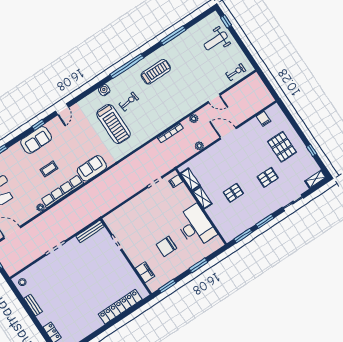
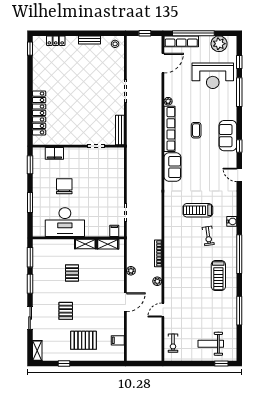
weight bench: (216, 41) -> (211, 344), turned -90
treadmill: (113, 124) -> (198, 210), width x0.73, depth x0.73

